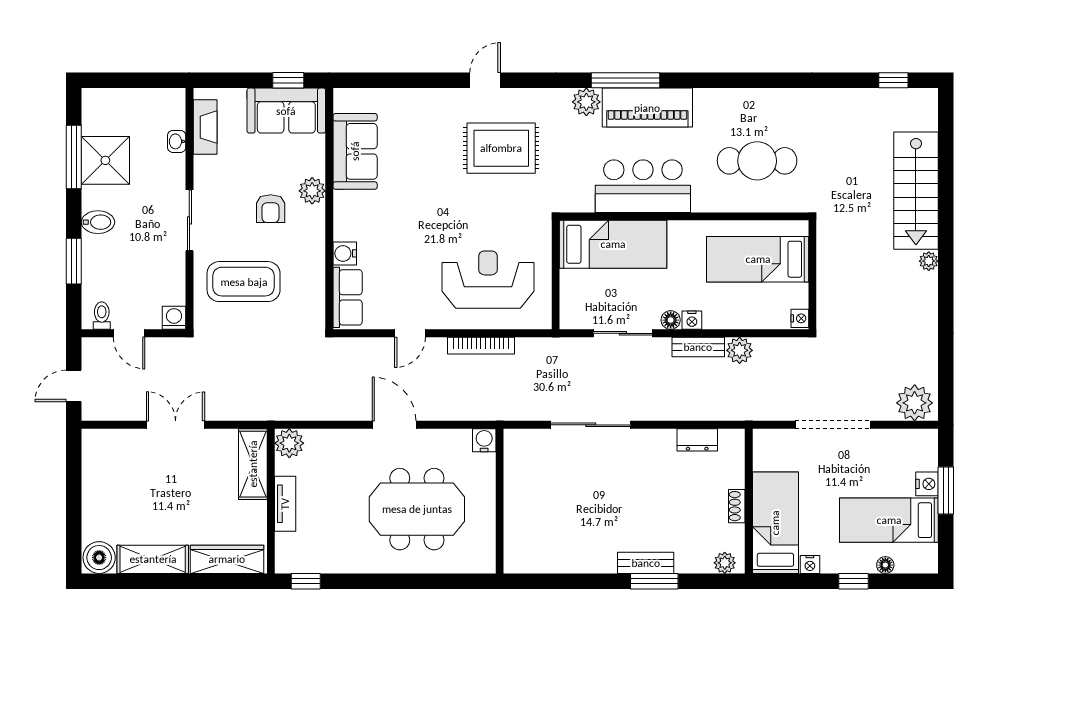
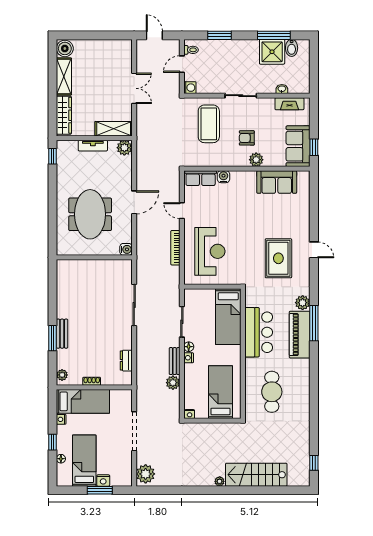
bidet: (98, 222) -> (292, 48), moved

